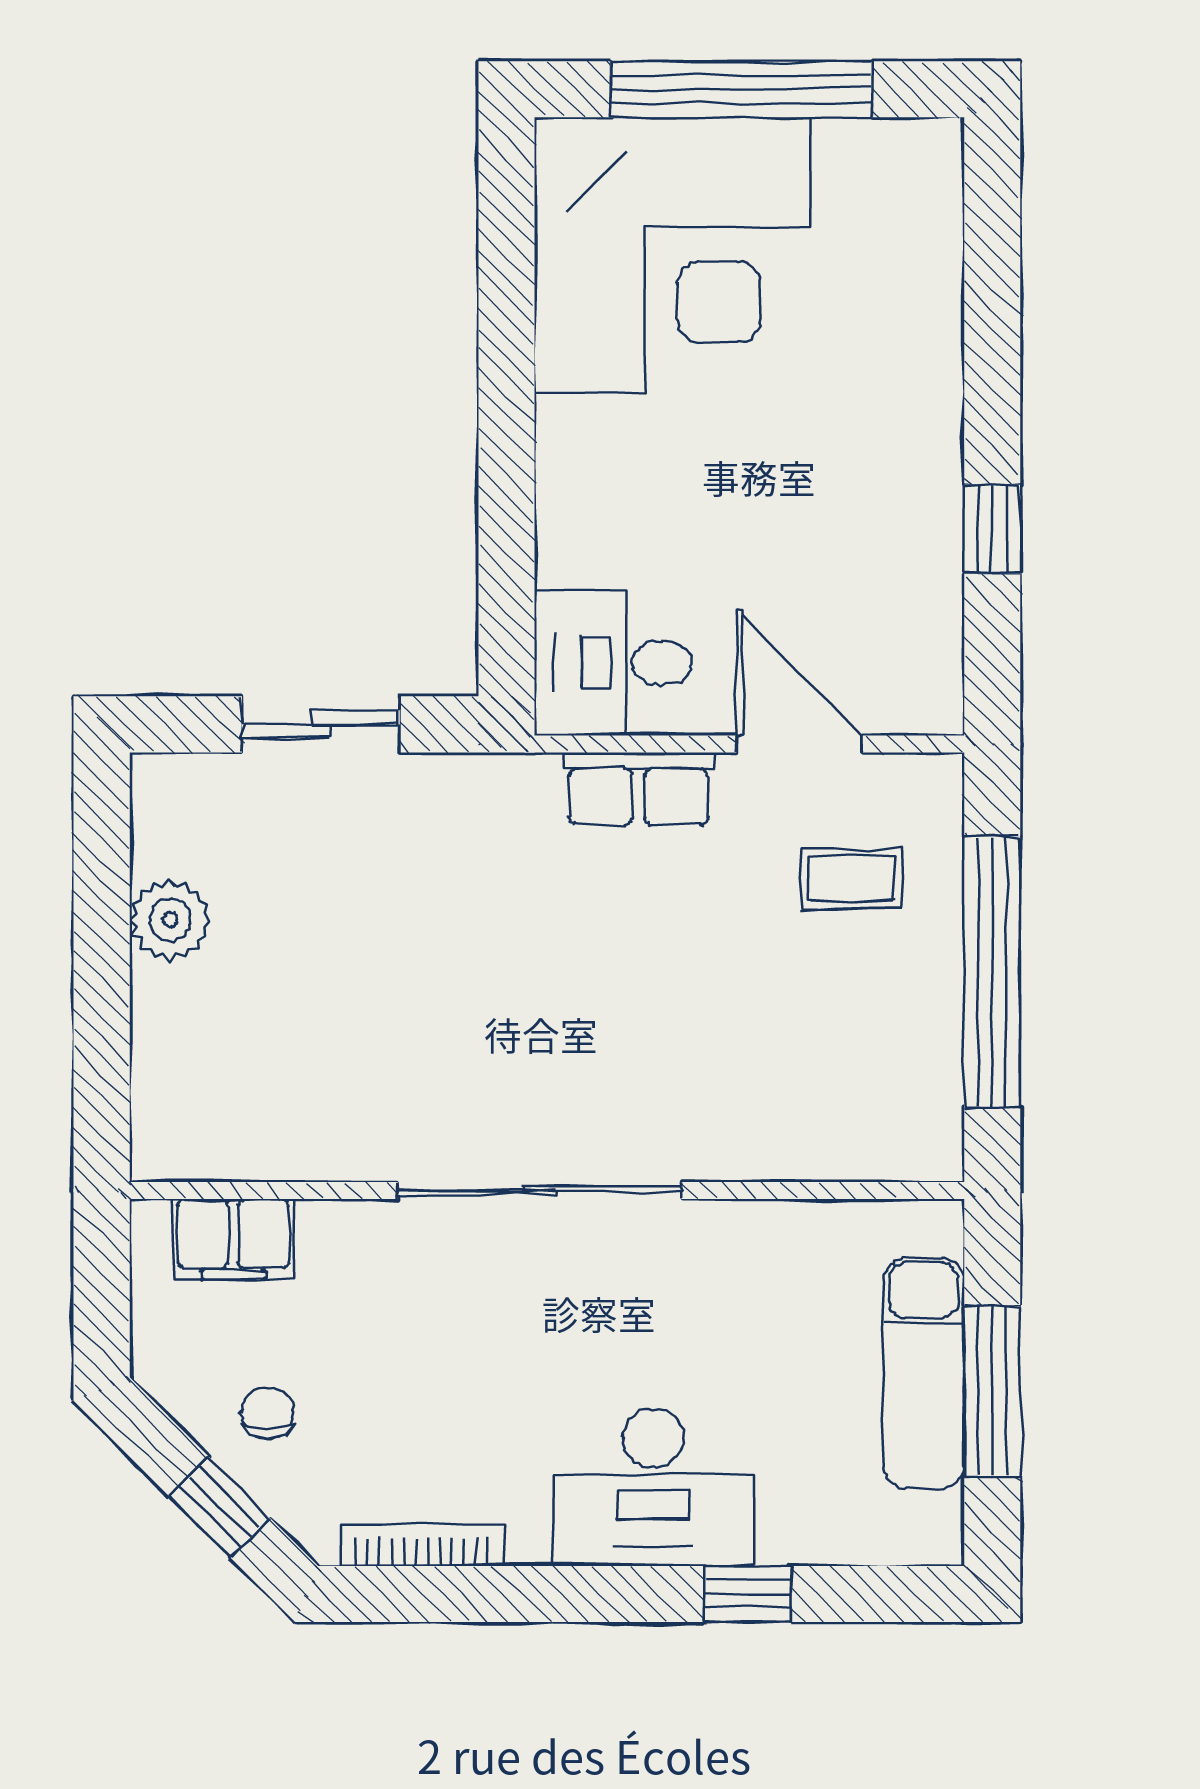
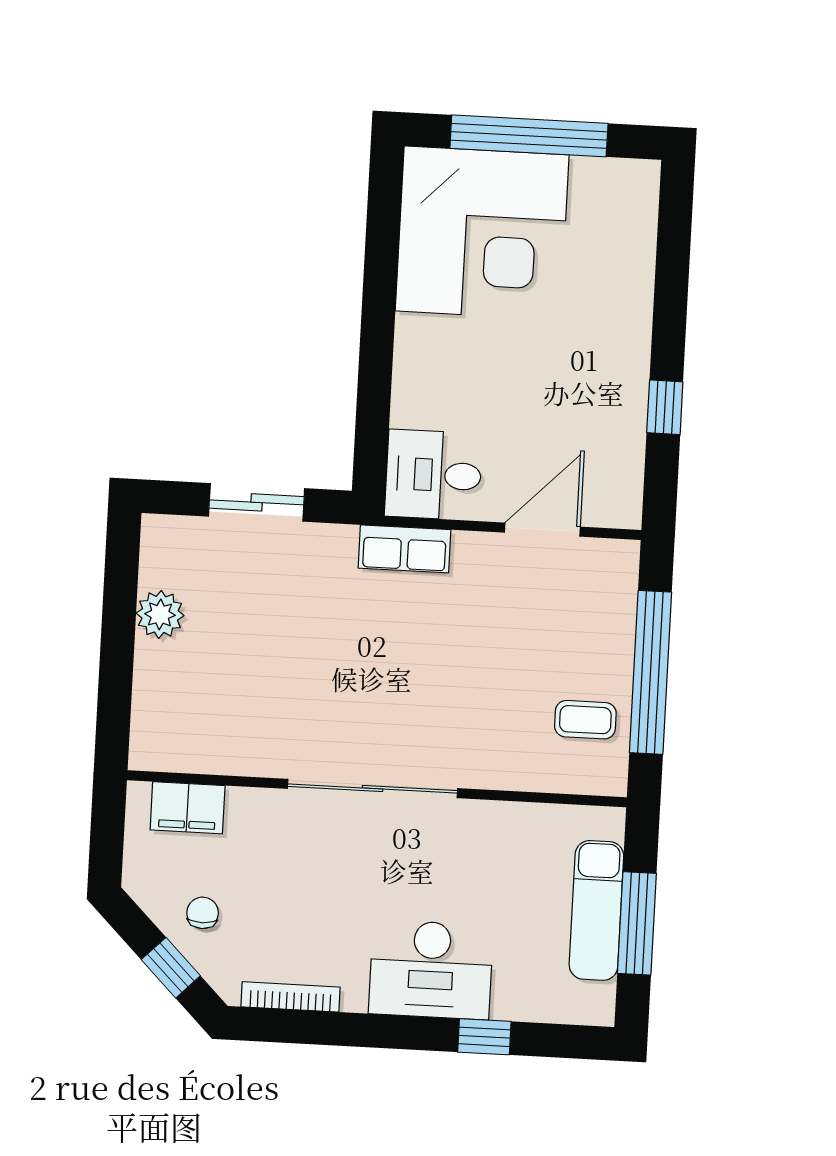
door: (799, 744) -> (542, 530), hinge flipped
row of seats: (638, 788) -> (404, 549), moved
coffee table: (851, 878) -> (585, 720), moved

